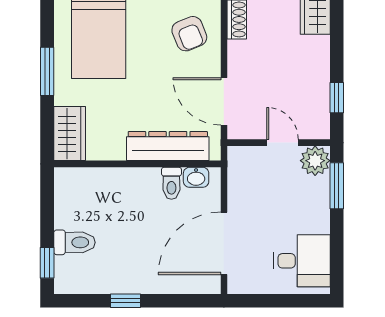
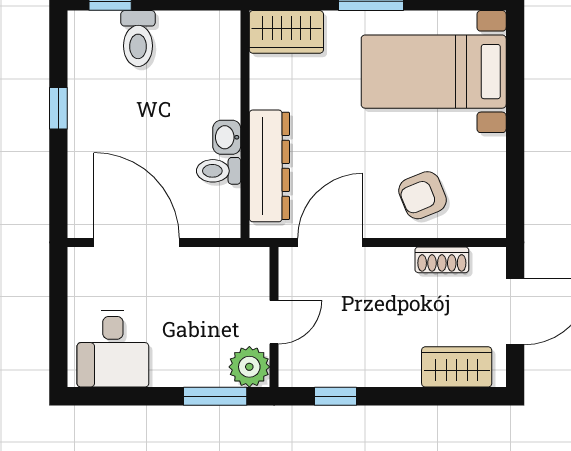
washbasin: (196, 177) -> (227, 137), moved

